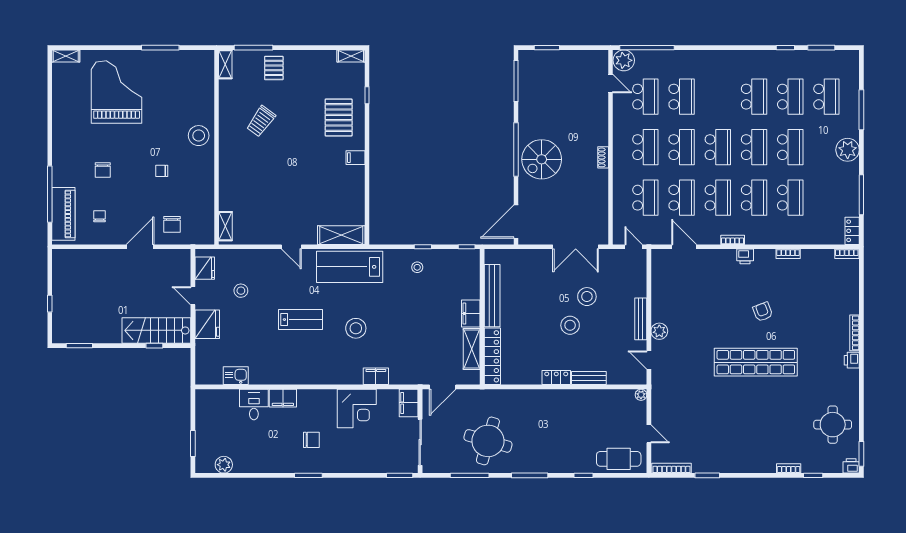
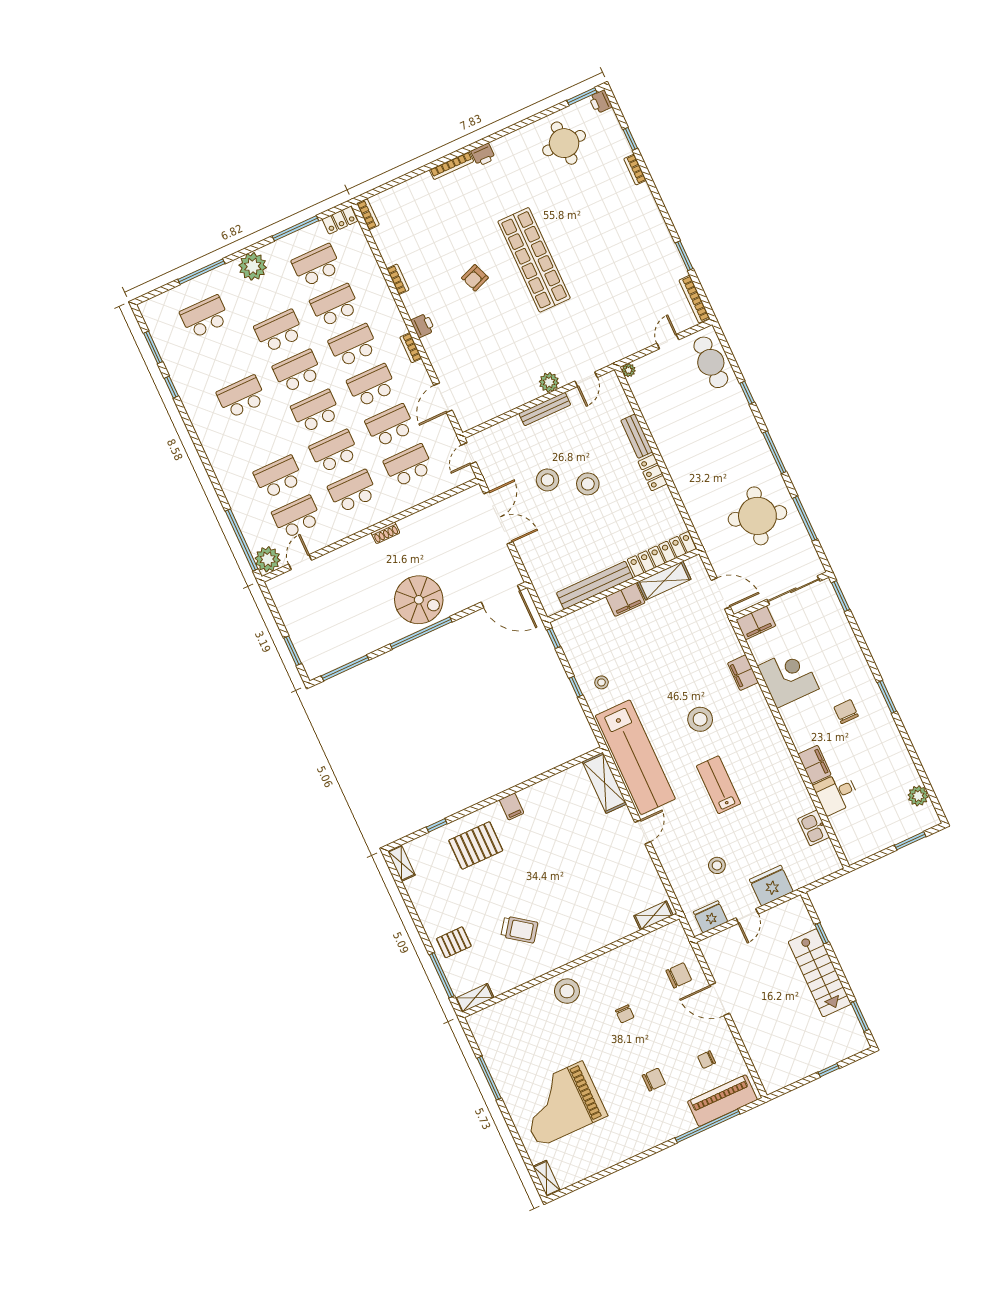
school desk: (790, 97) -> (316, 265), moved
lab bench: (350, 267) -> (635, 757), width x1.36
stairs: (156, 330) -> (820, 973), moved

